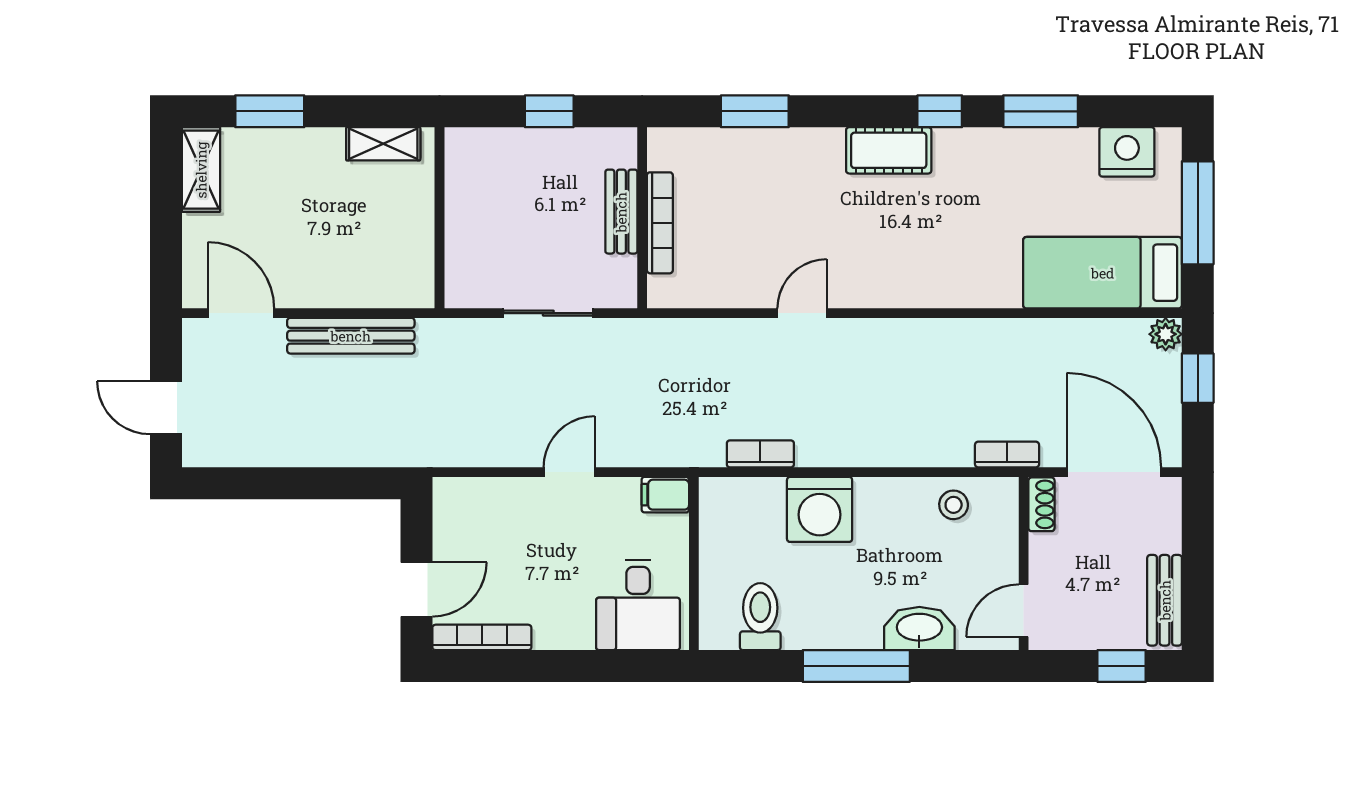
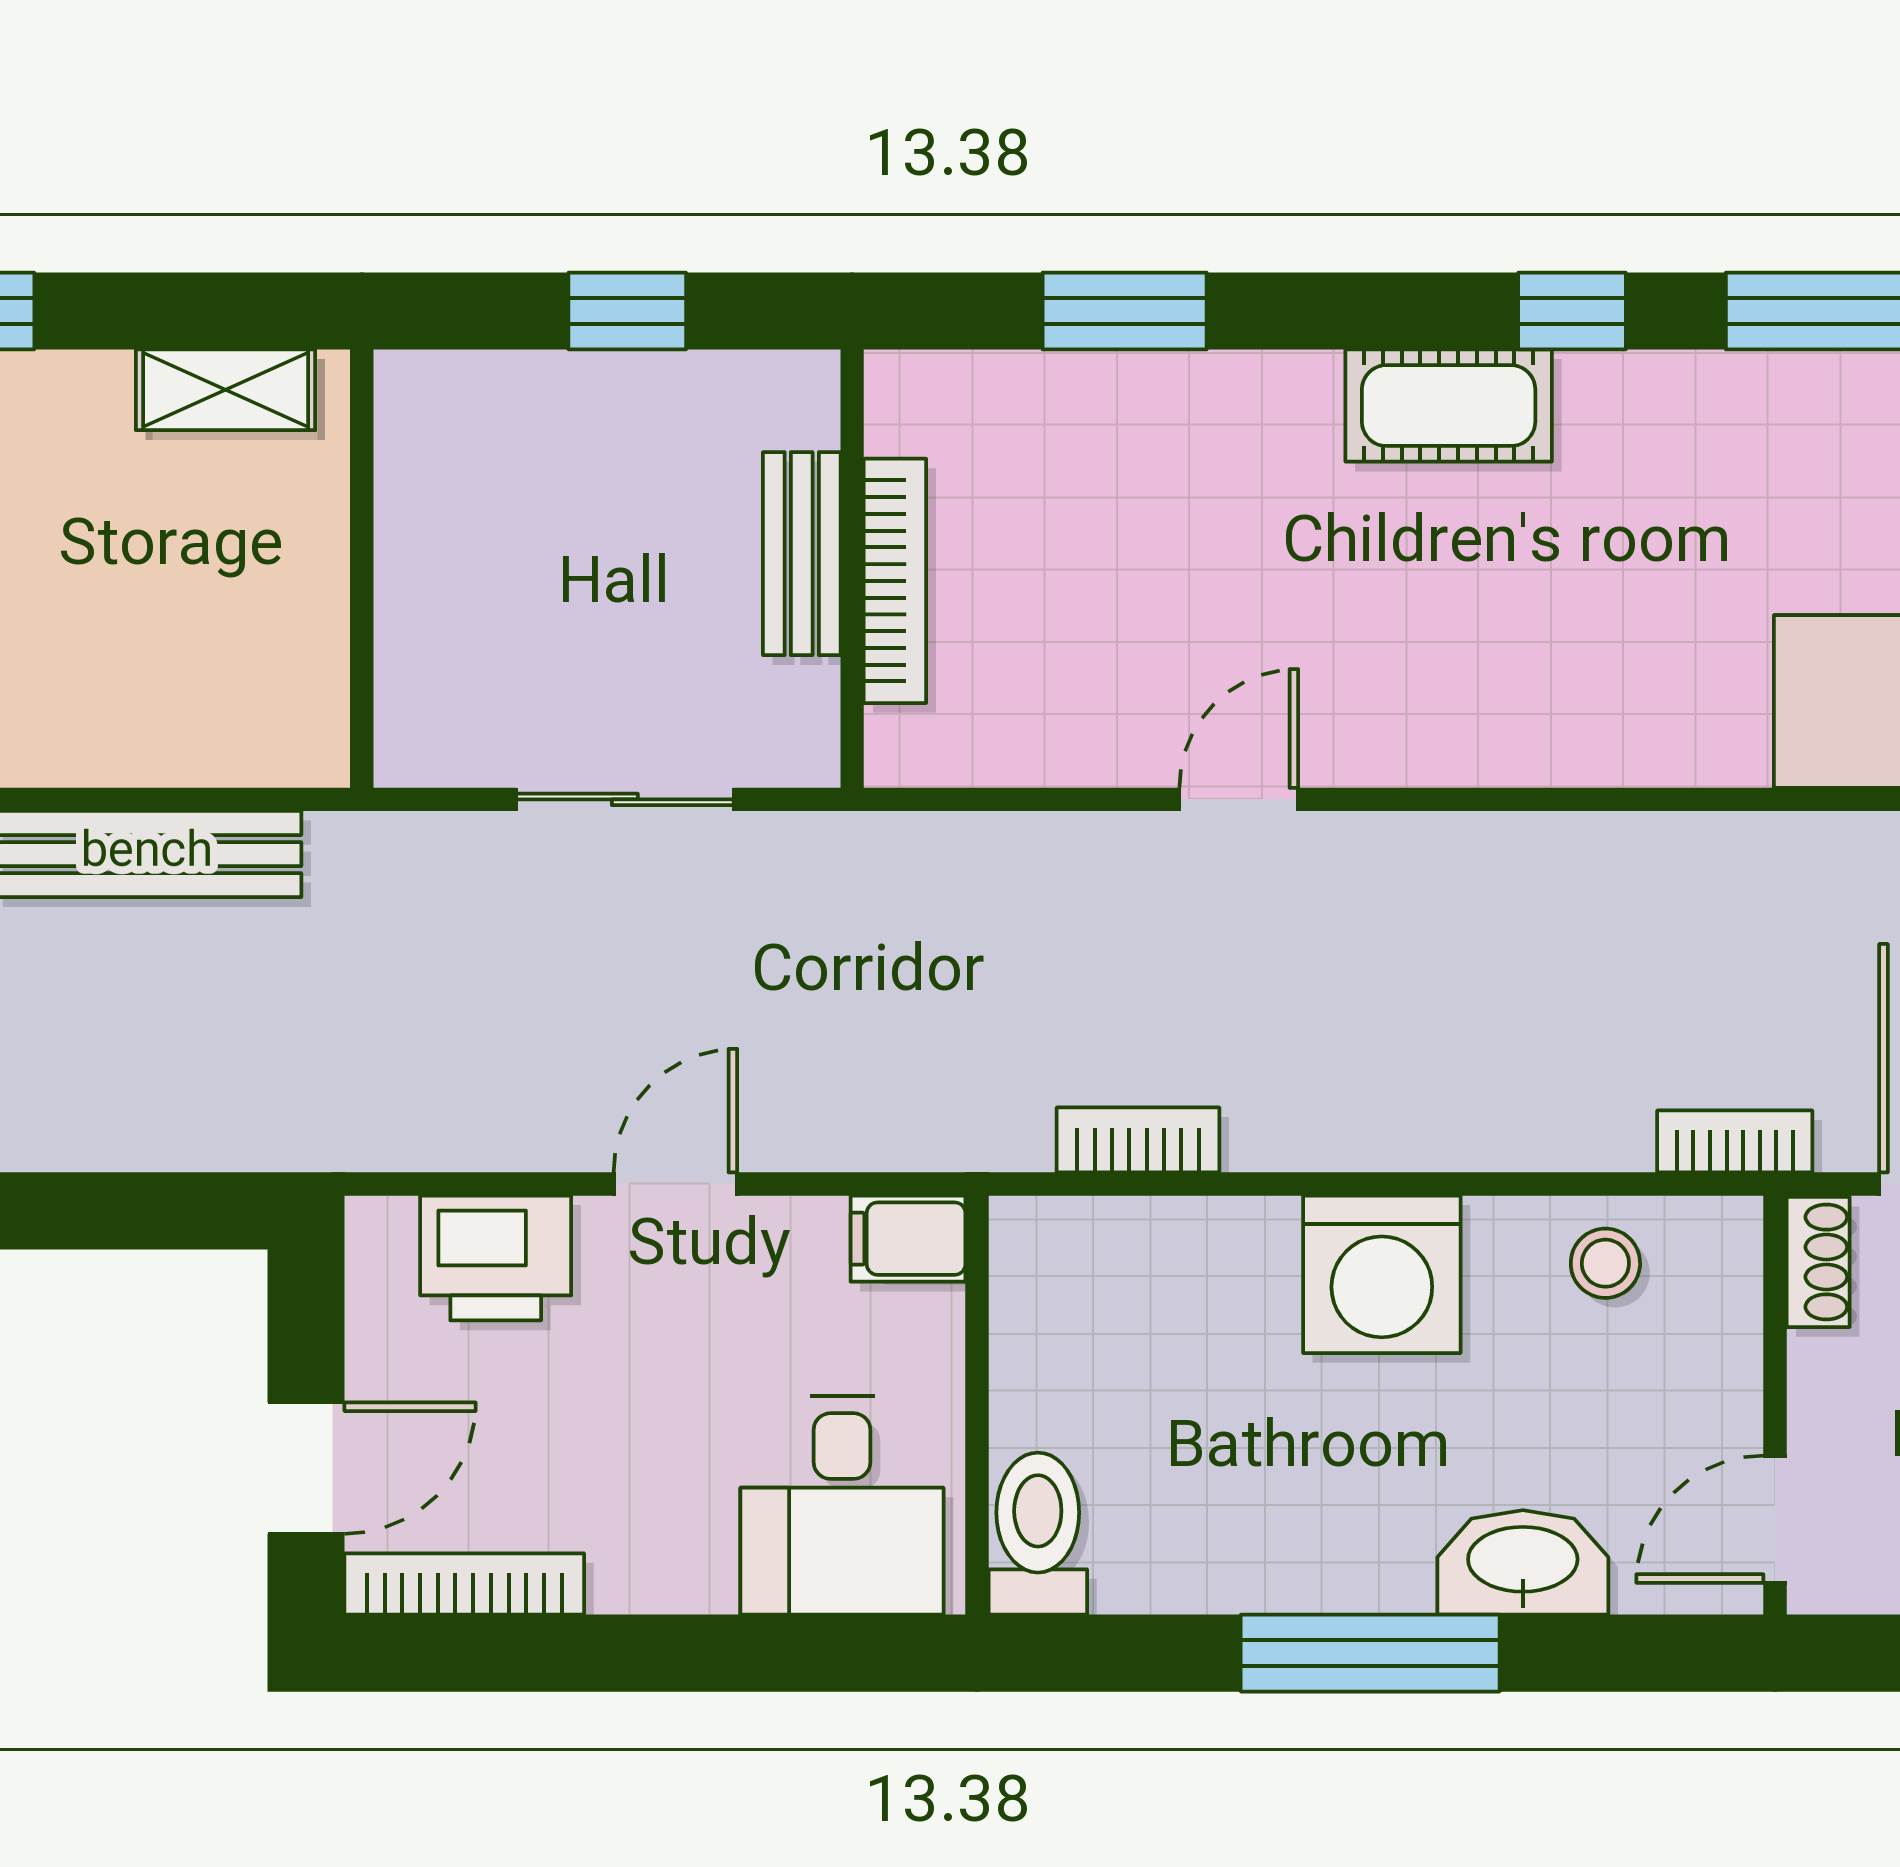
printer: (495, 503) -> (496, 1258), added
washing machine: (820, 509) -> (1382, 1274), moved
toilet: (760, 617) -> (1038, 1534), moved

